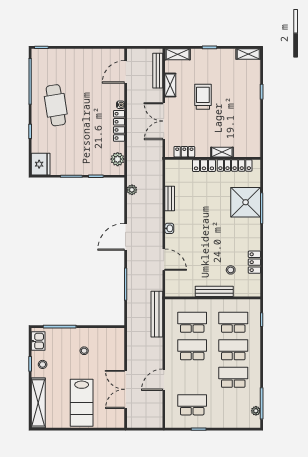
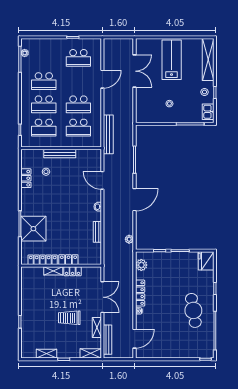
shelving: (248, 54) -> (46, 354), moved
trolley: (203, 97) -> (69, 318), turned 90
locker: (184, 152) -> (73, 271), moved

